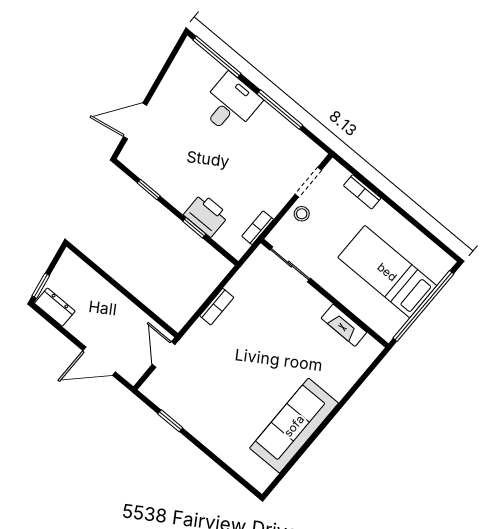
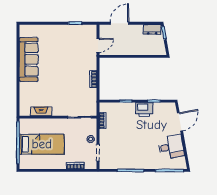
desk: (230, 104) -> (171, 147), moved, turned -100
printer: (206, 215) -> (144, 109), moved
door: (164, 355) -> (98, 45), hinge flipped

